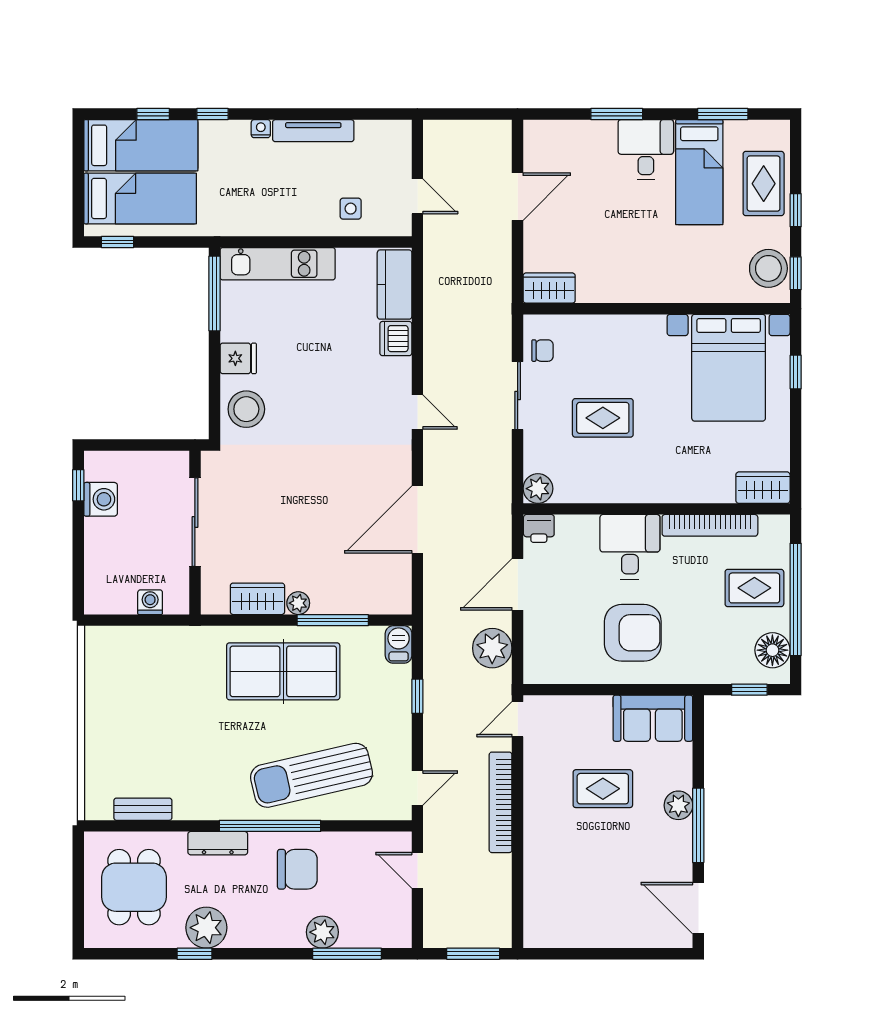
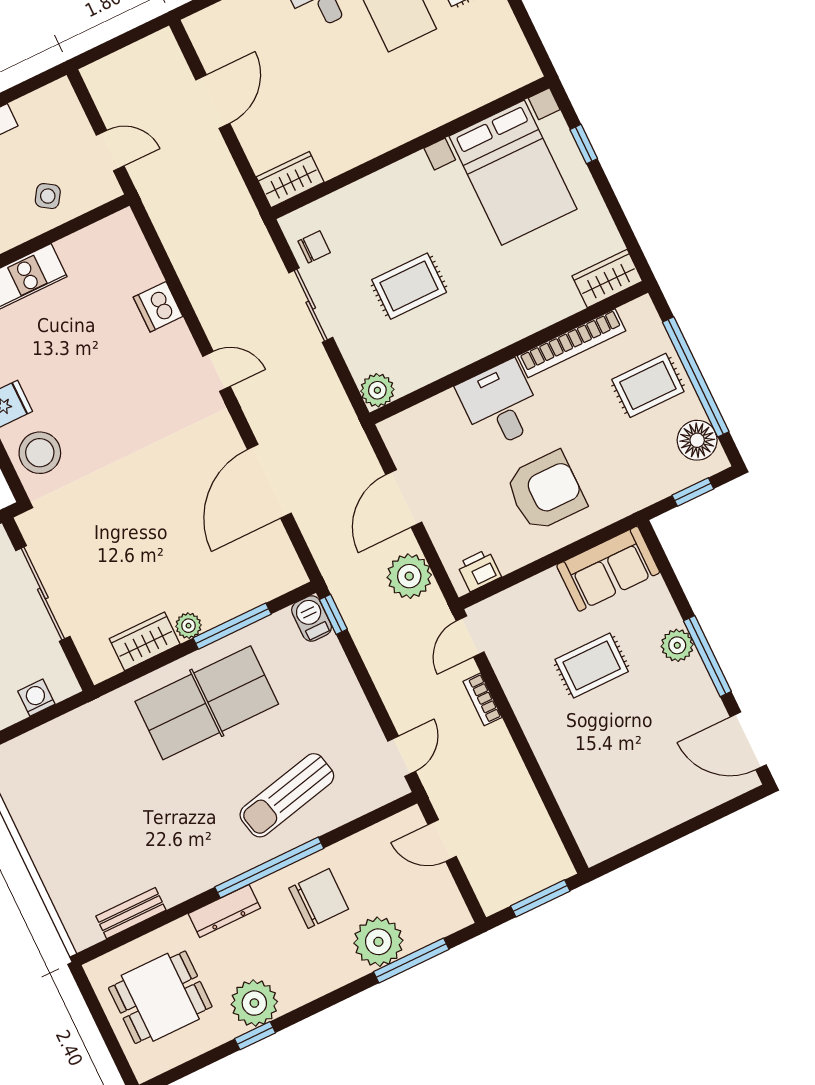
side table: (351, 209) -> (48, 196), turned 34
stool: (768, 268) -> (505, 51), removed
window: (796, 273) -> (535, 43), removed
kitchen counter: (395, 285) -> (130, 252), removed
printer: (539, 528) -> (479, 570), moved, turned 180
window: (417, 696) -> (333, 614), moved
sun lounger: (312, 775) -> (287, 795), width x0.73, depth x0.75
bookcase: (501, 802) -> (482, 699), width x0.43, depth x0.76
dining table: (134, 887) -> (160, 997), turned 90
plant: (322, 932) -> (378, 942), width x1.36, depth x1.36

